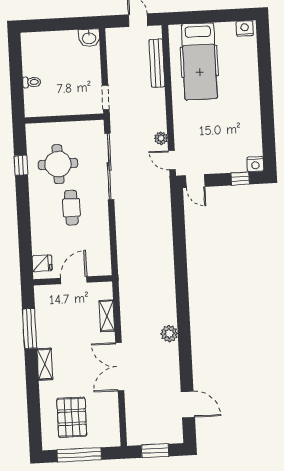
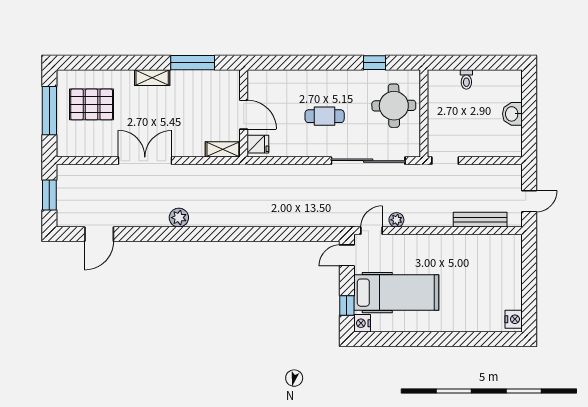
washbasin: (89, 38) -> (512, 114), moved
hospital bed: (199, 61) -> (396, 293), moved, turned 180
round table: (58, 164) -> (394, 106), moved
fridge: (42, 263) -> (258, 144), moved, turned -90
shelving: (107, 316) -> (223, 149), moved

